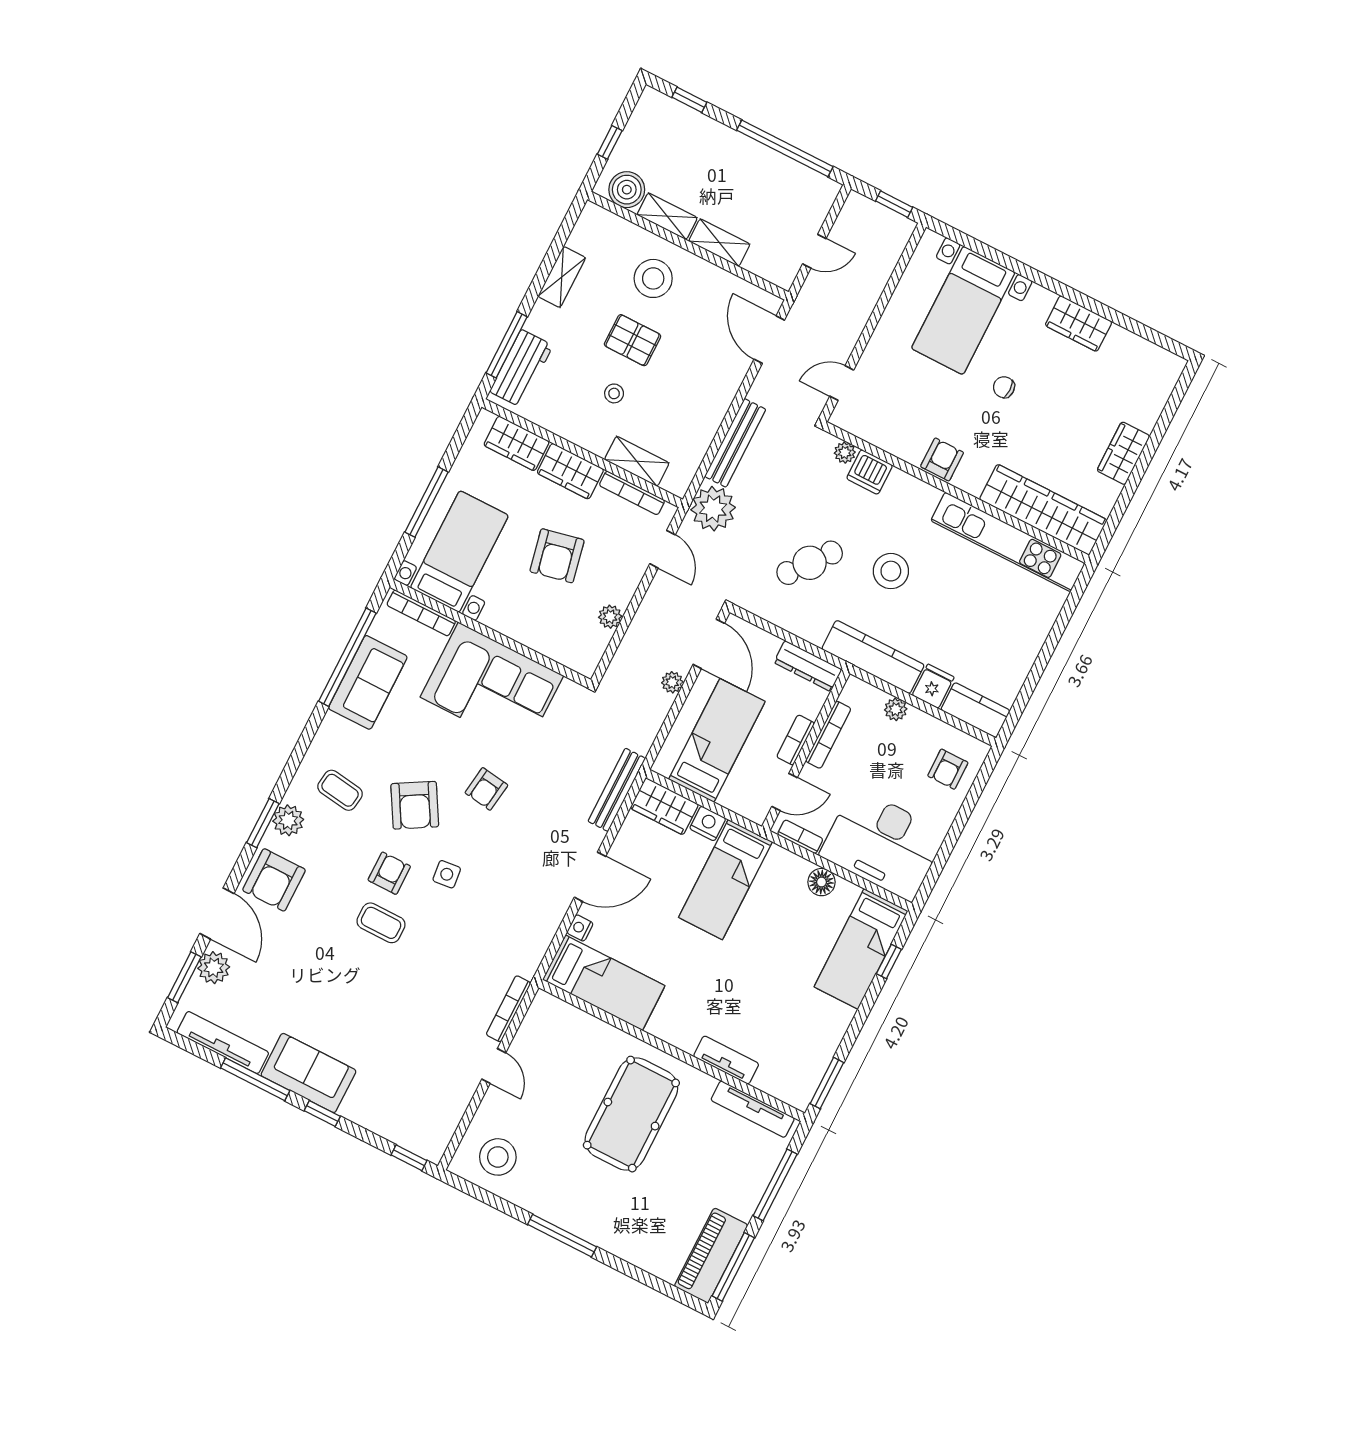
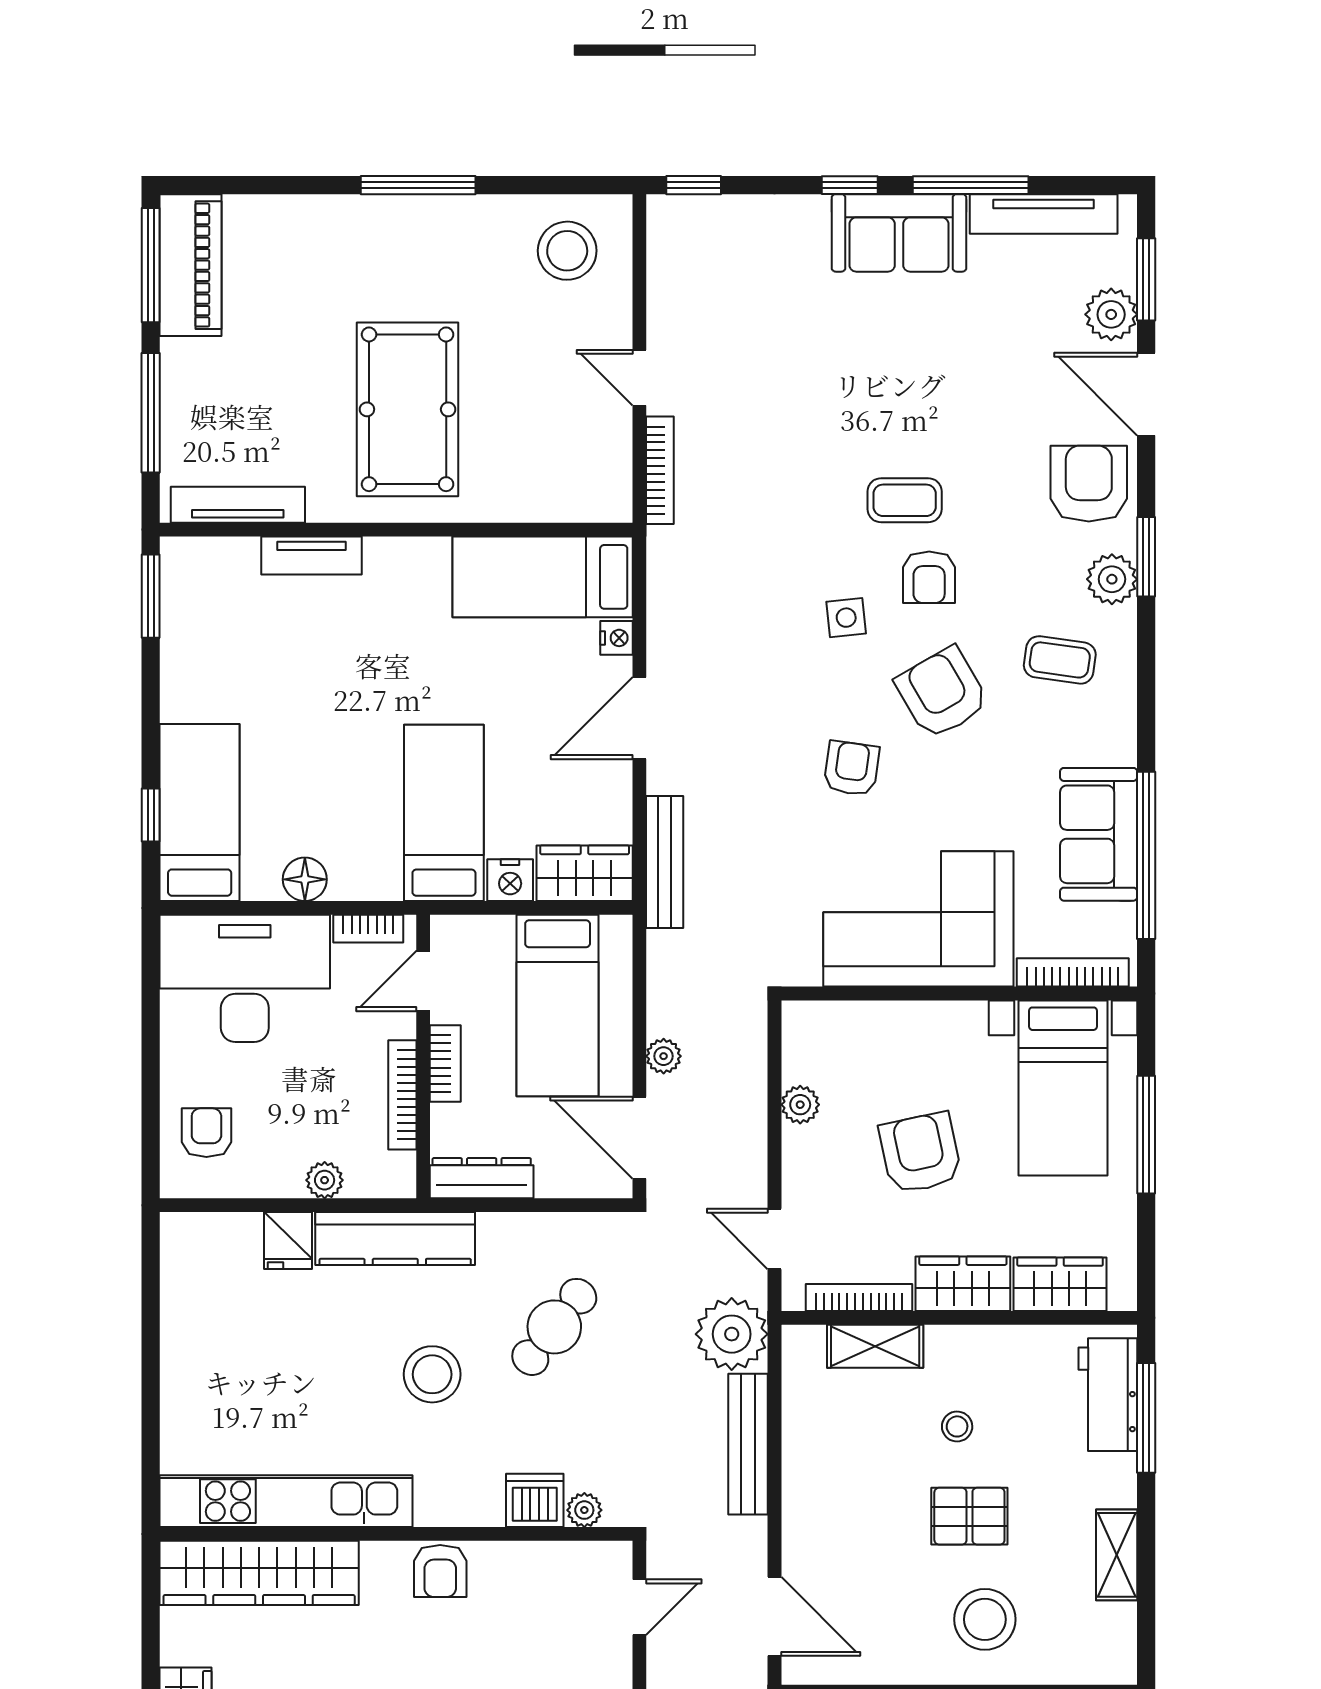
kitchen counter: (975, 710) -> (210, 1237), removed

